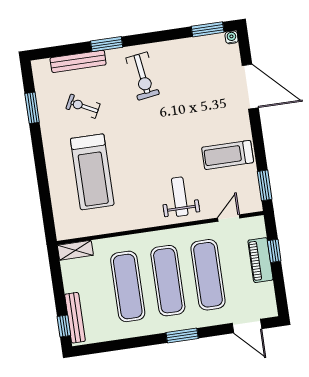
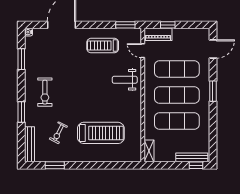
window: (208, 29) -> (21, 59), moved
bench: (78, 61) -> (30, 144), moved
exercise bike: (143, 76) -> (45, 92), turned 98
treadmill: (228, 155) -> (103, 46), turned 90
piano: (260, 260) -> (158, 34), moved

